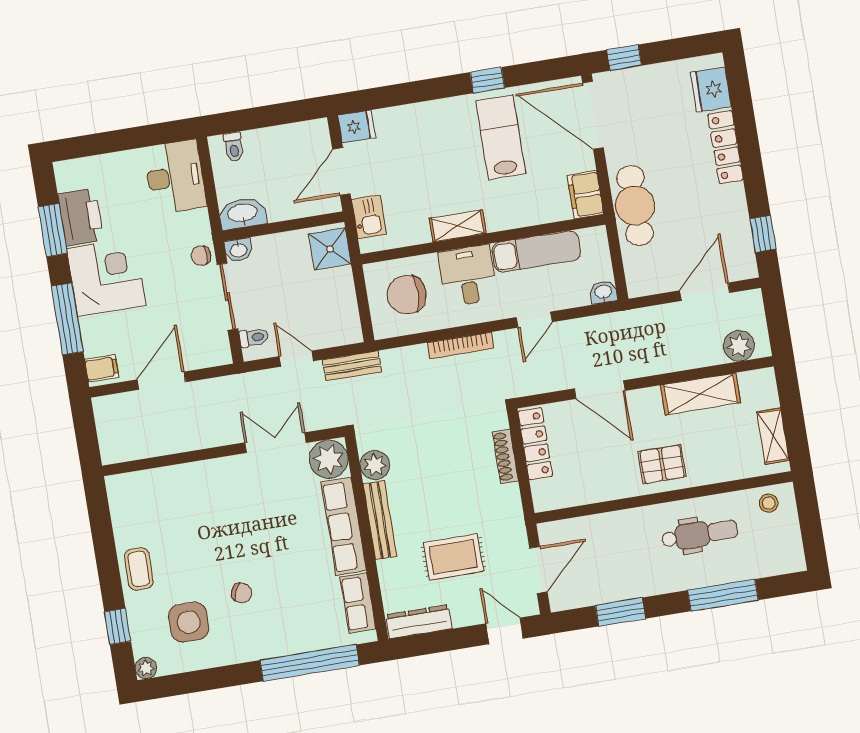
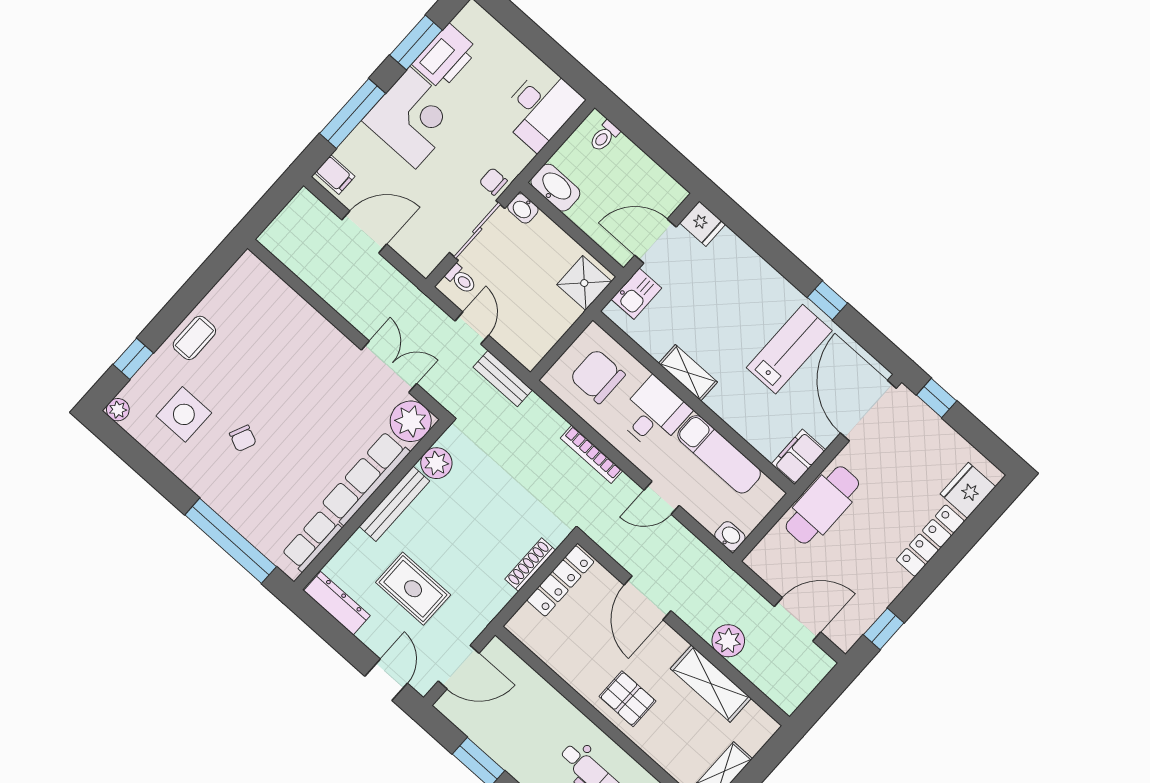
plant: (739, 346) -> (728, 641), moved

